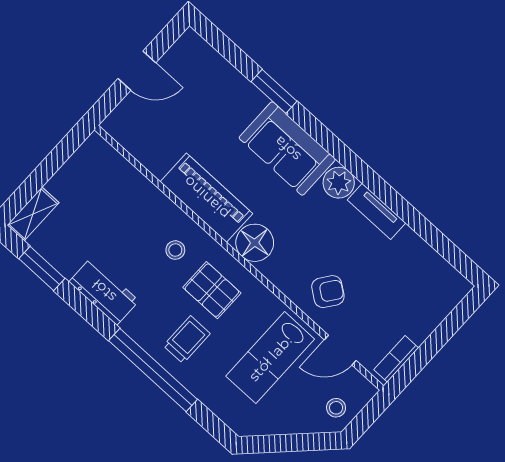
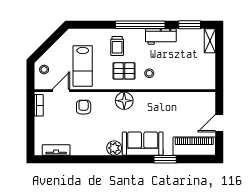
piano: (206, 198) -> (194, 146), moved, turned 180
tv unit: (376, 211) -> (56, 150), moved
armchair: (328, 292) -> (84, 107), turned 144
lab bench: (270, 358) -> (83, 66), turned 180
window: (153, 370) -> (140, 25), moved

